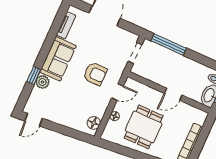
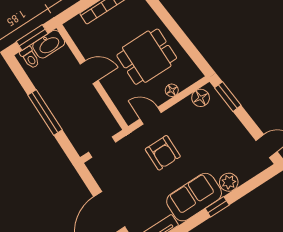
window: (169, 45) -> (45, 112), moved
armchair: (95, 74) -> (163, 153), turned 180
window: (34, 76) -> (217, 207), moved
window: (77, 135) -> (228, 97), added

